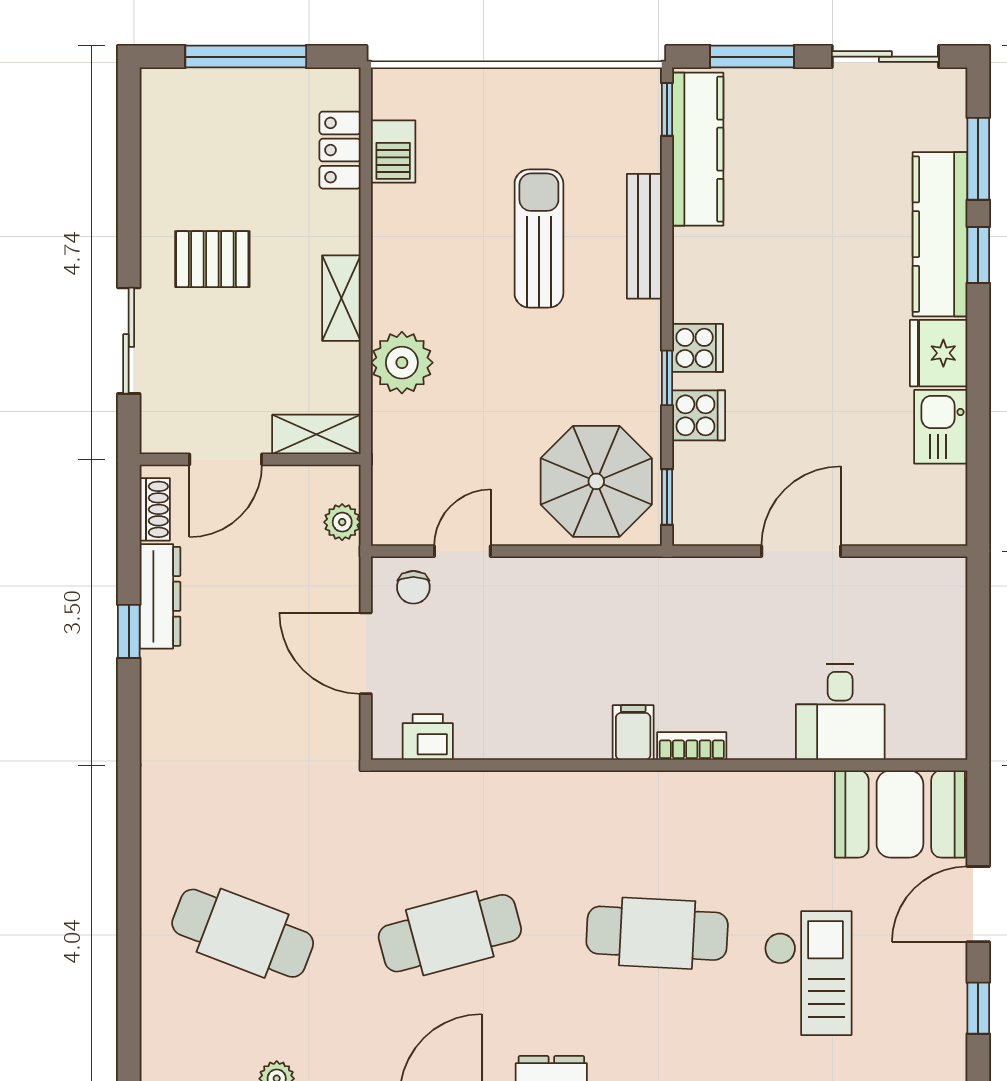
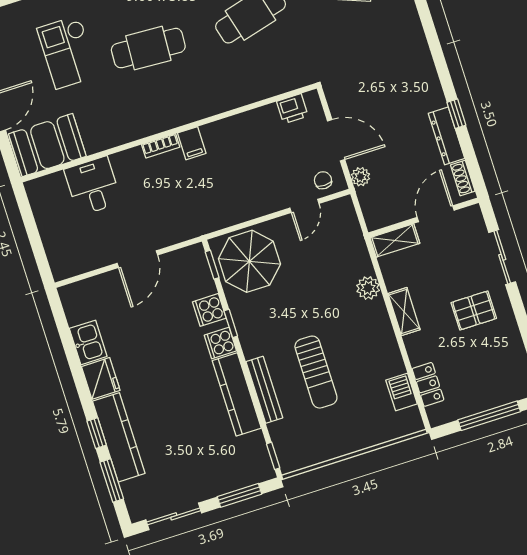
kitchen counter: (698, 149) -> (237, 394), moved
plant: (402, 363) -> (368, 288), width x0.73, depth x0.73
plant: (342, 522) -> (360, 177), moved

